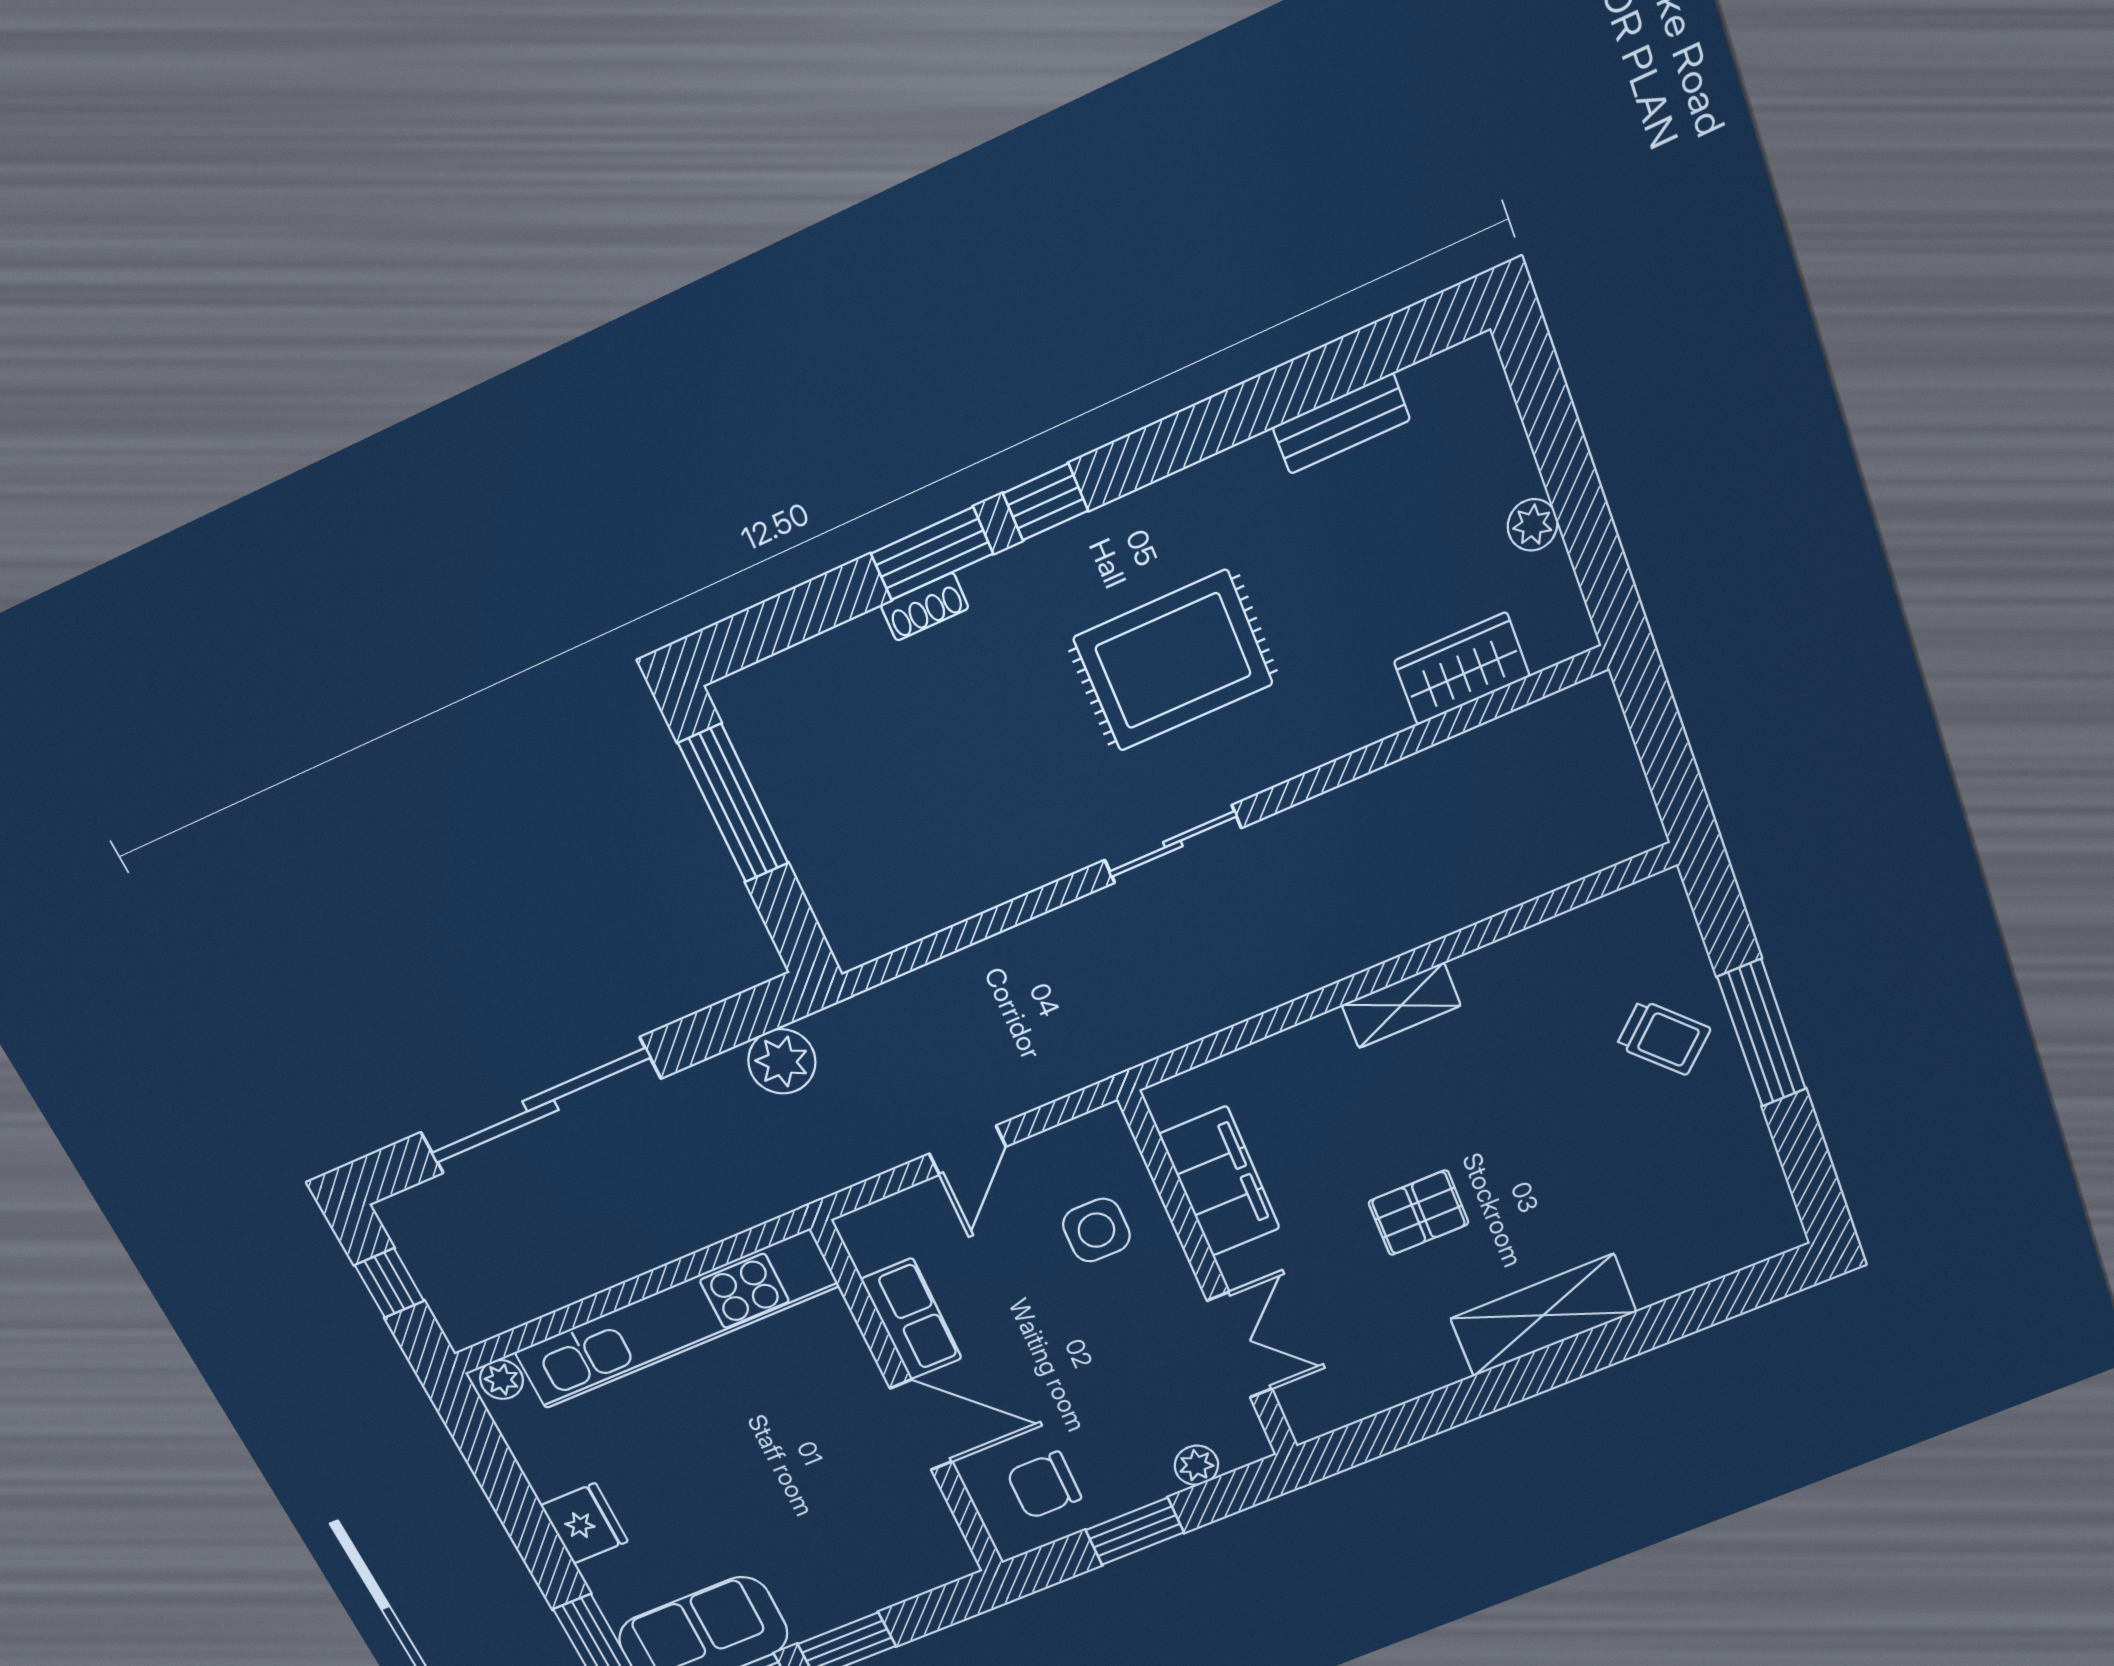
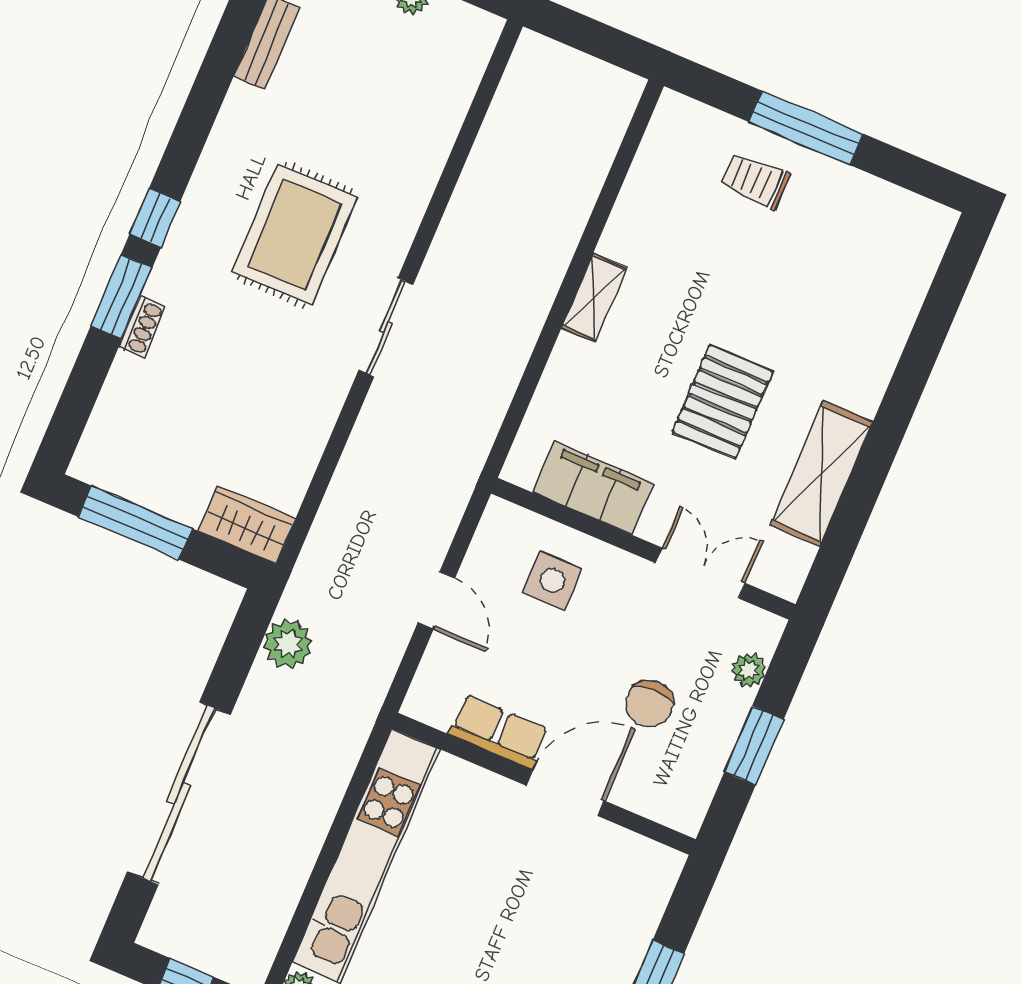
wardrobe: (1462, 669) -> (247, 525), moved, turned 90
trolley: (1663, 1037) -> (755, 180), turned -136
pallet: (1419, 1213) -> (723, 402), width x1.50, depth x1.42
shelving: (1543, 1315) -> (822, 474), moved
chair: (1044, 1485) -> (649, 704), moved

